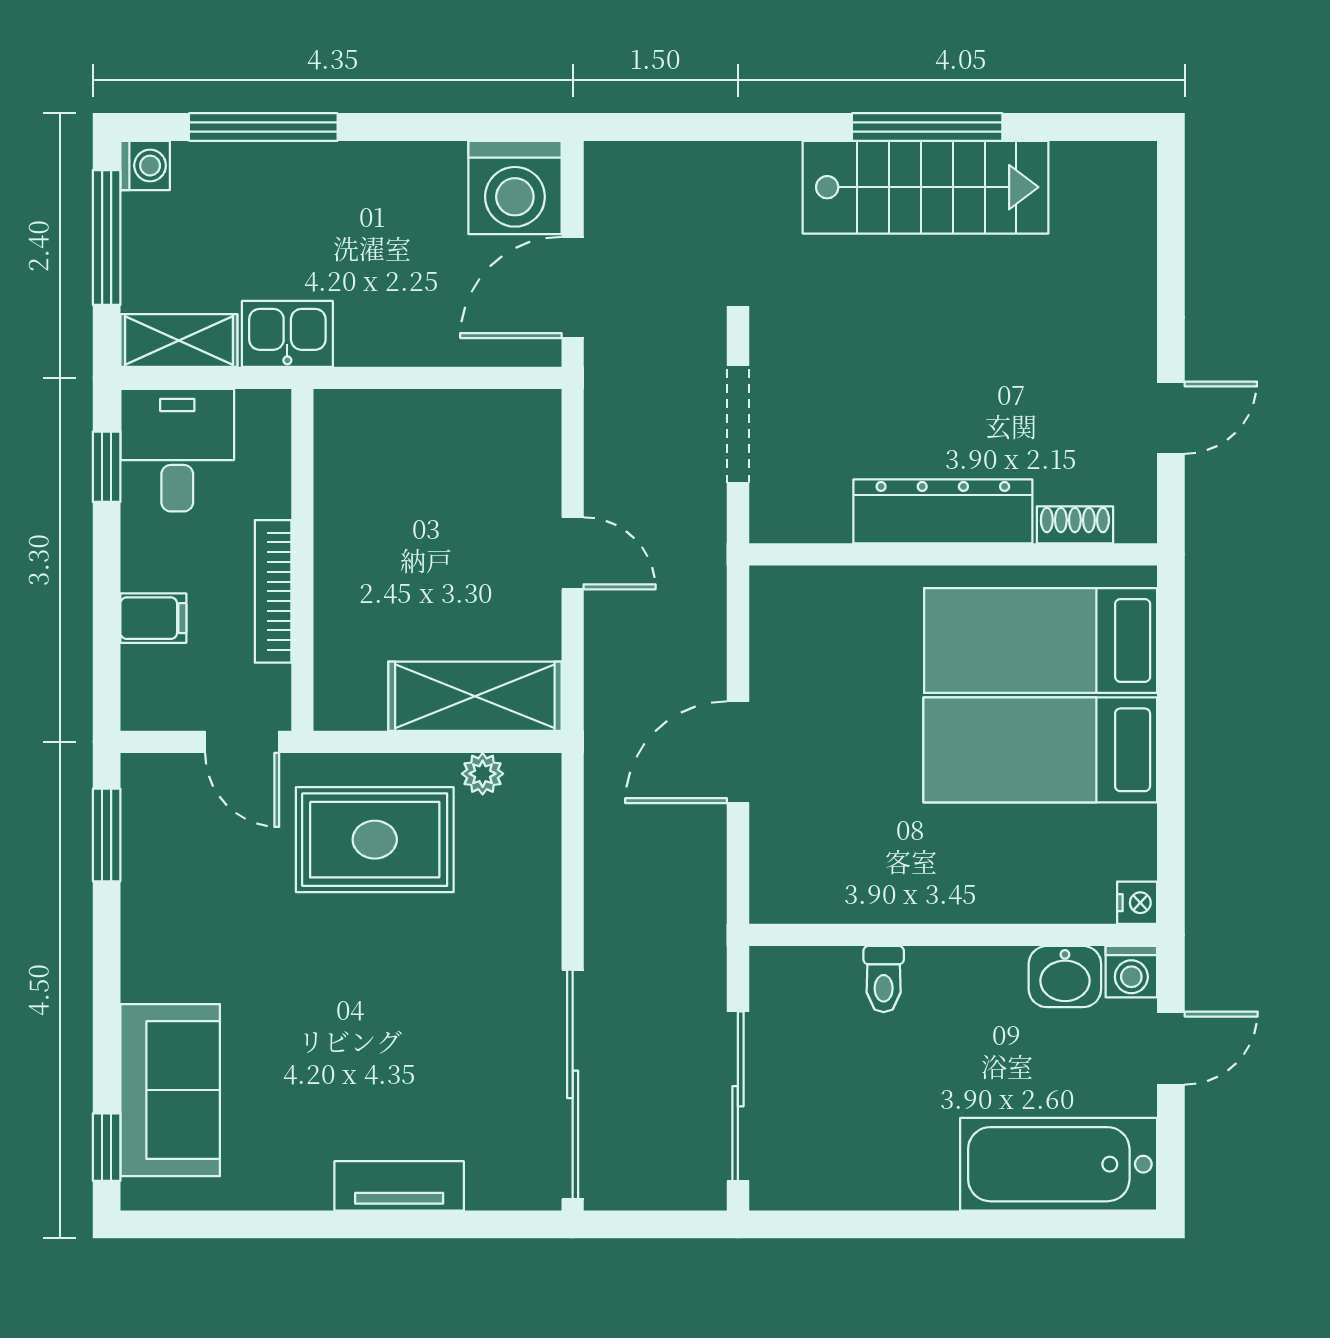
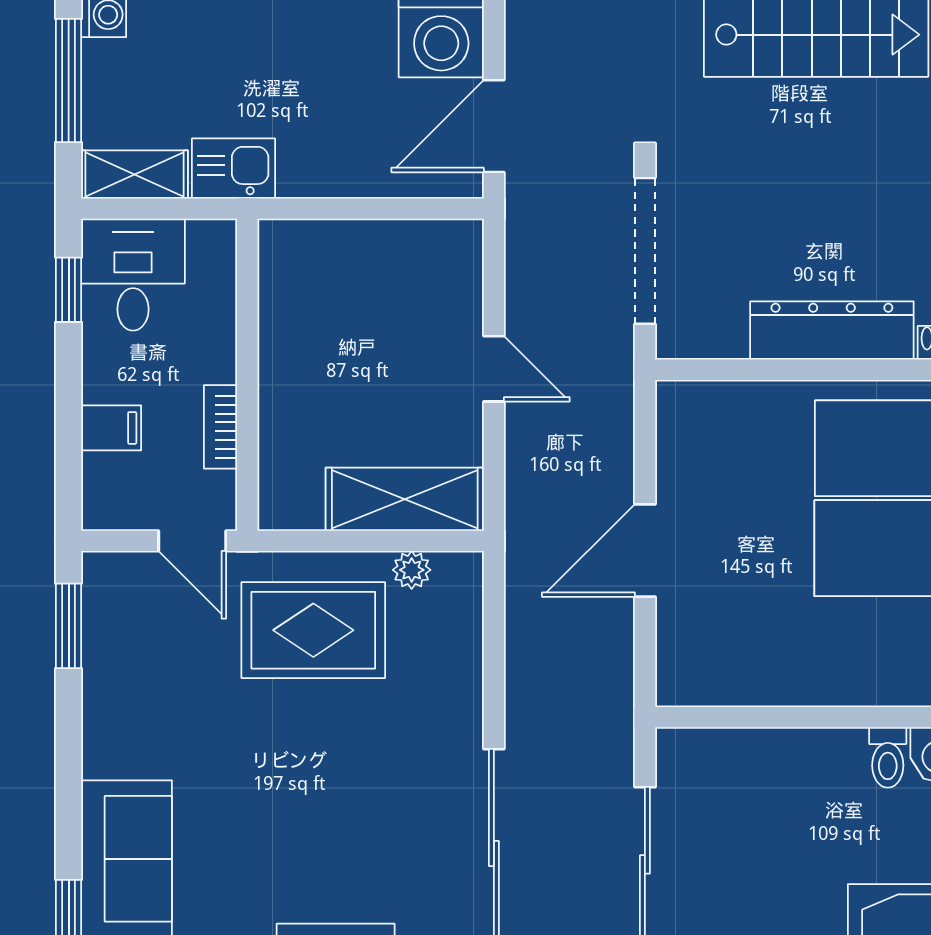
doorway: (738, 424) -> (645, 251), width x1.36
bookcase: (273, 591) -> (221, 427), width x0.64
toilet: (884, 979) -> (888, 757), moved

